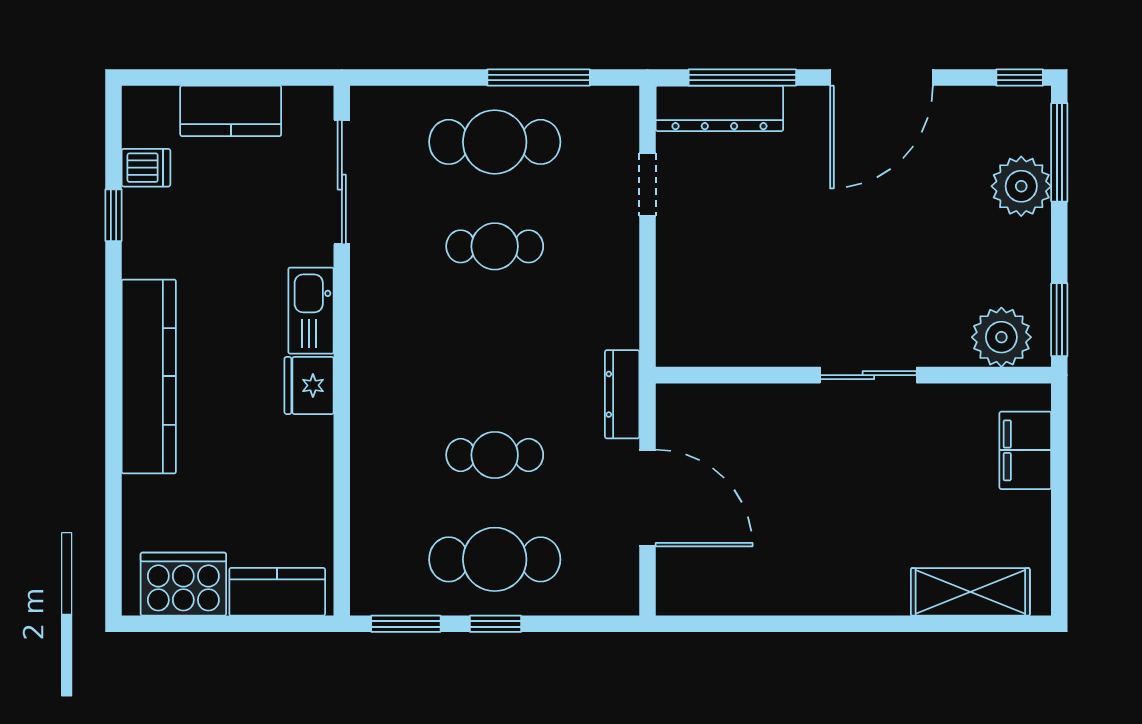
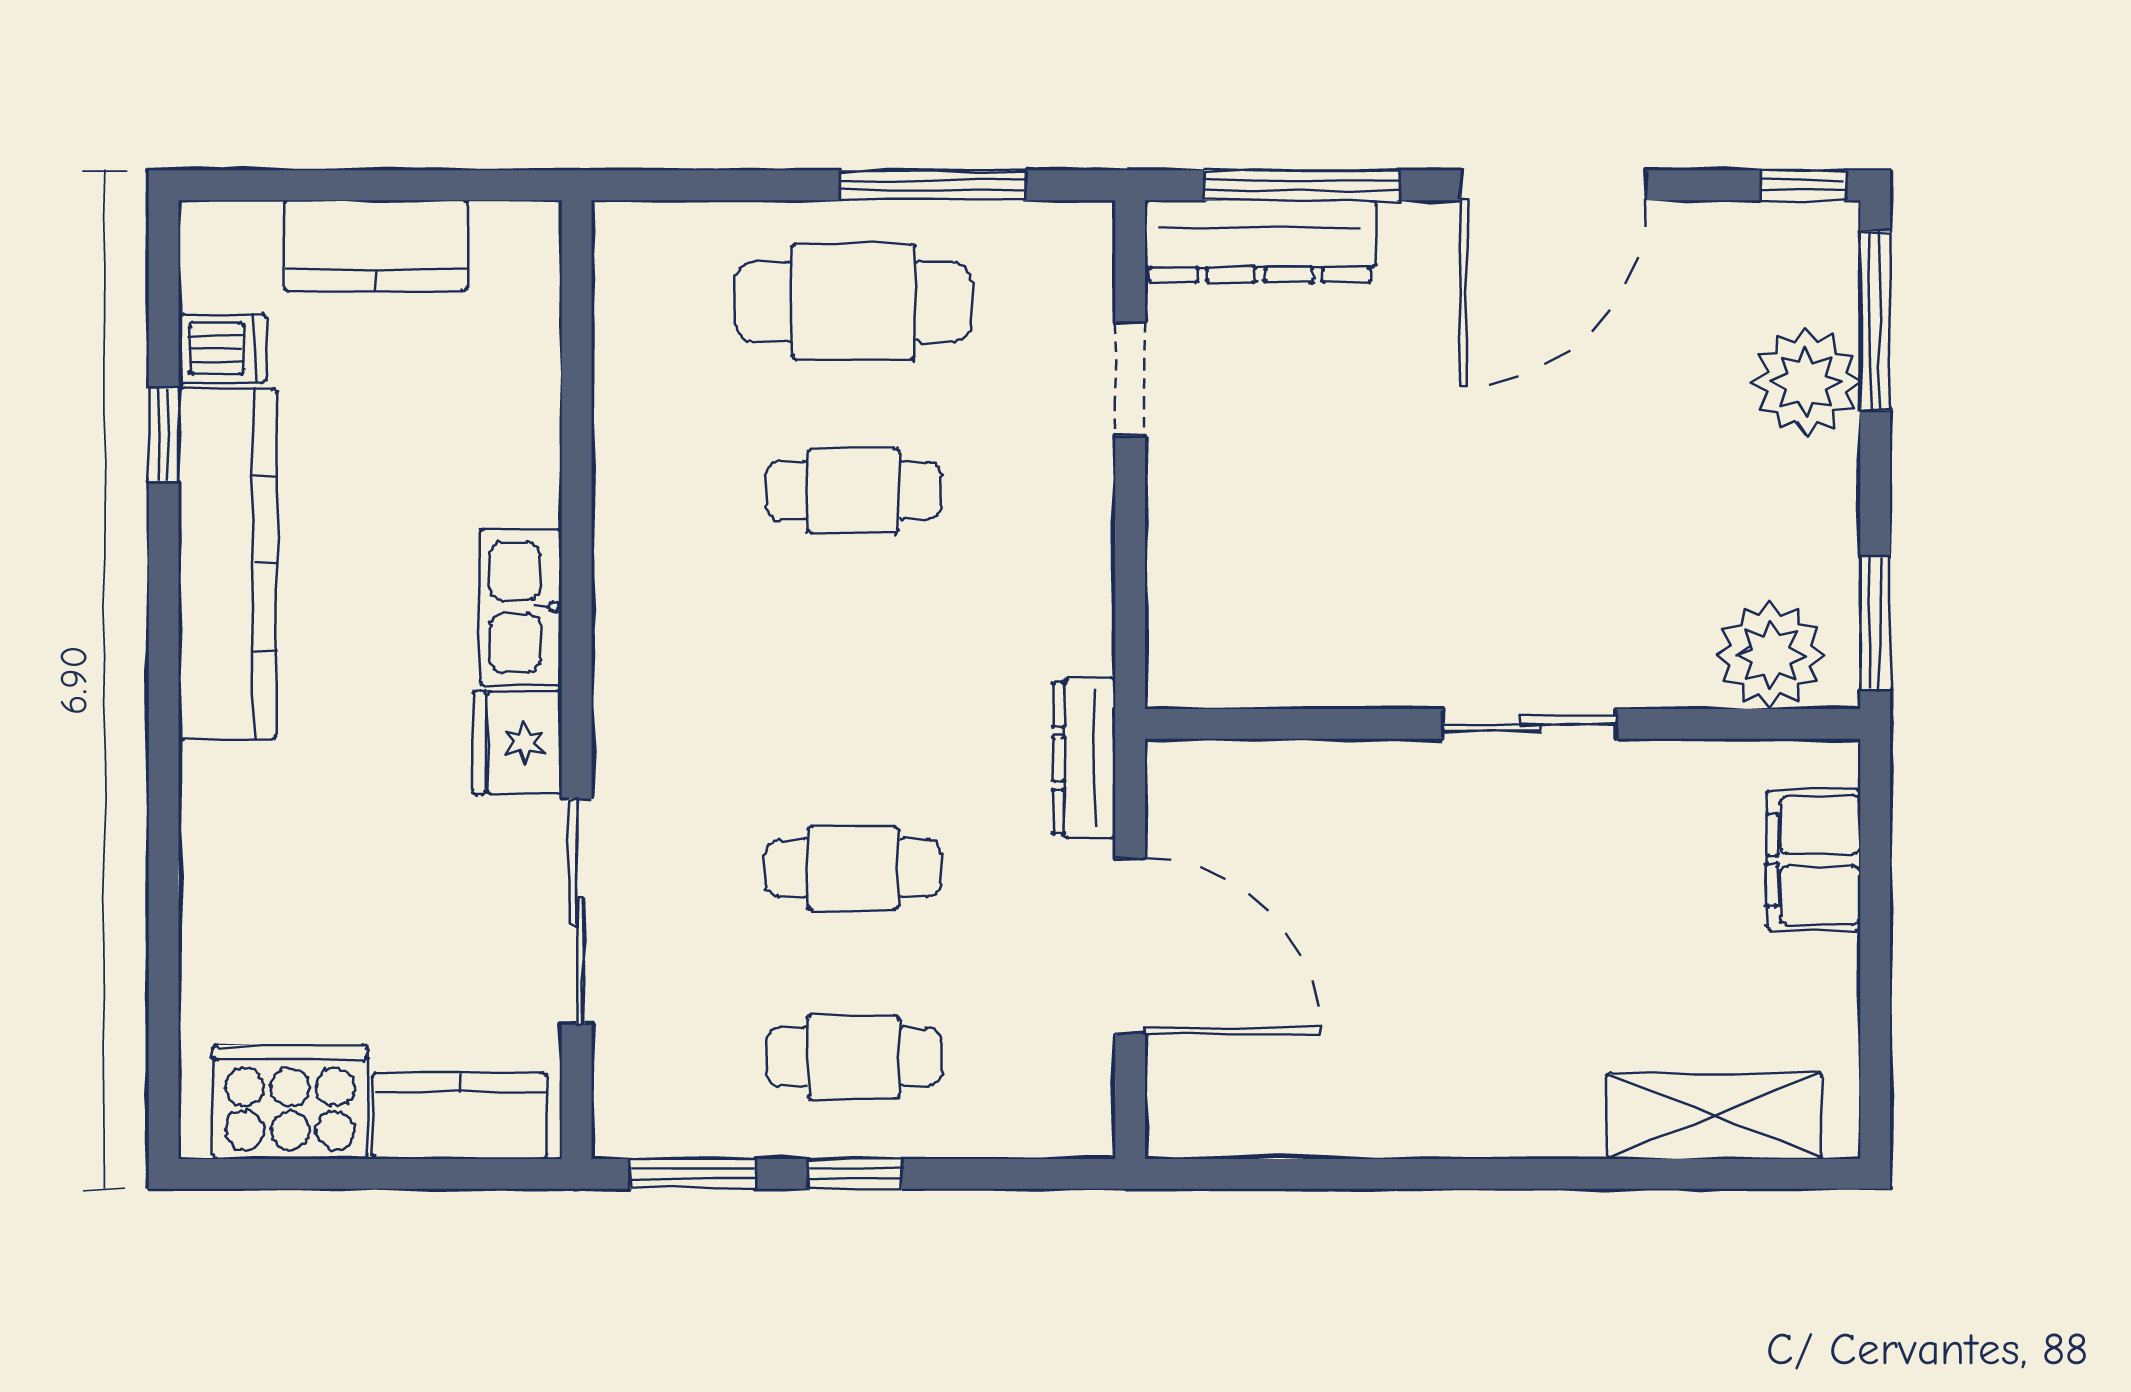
sliding door: (342, 182) -> (577, 911), moved
kitchen counter: (149, 376) -> (227, 564), moved
cafe table: (495, 559) -> (853, 1057), width x0.73, depth x0.74

